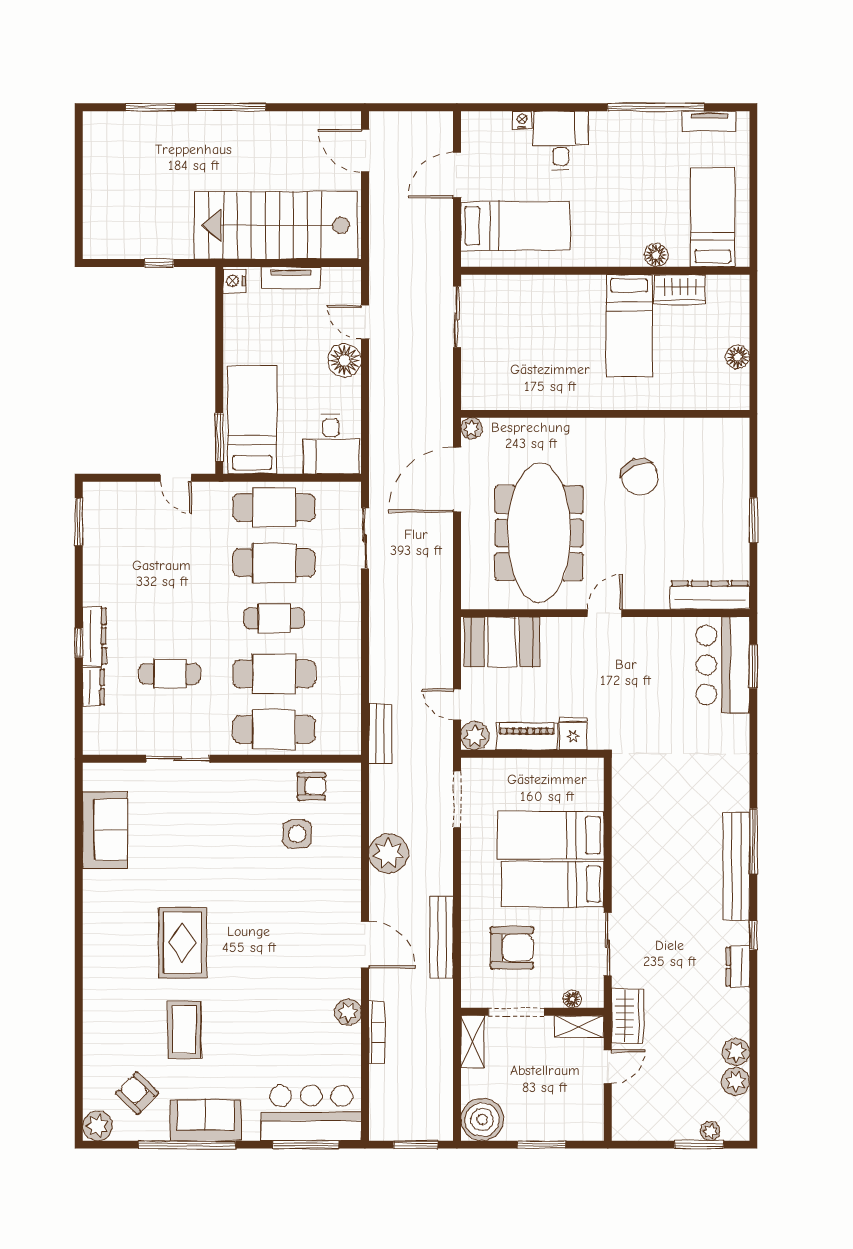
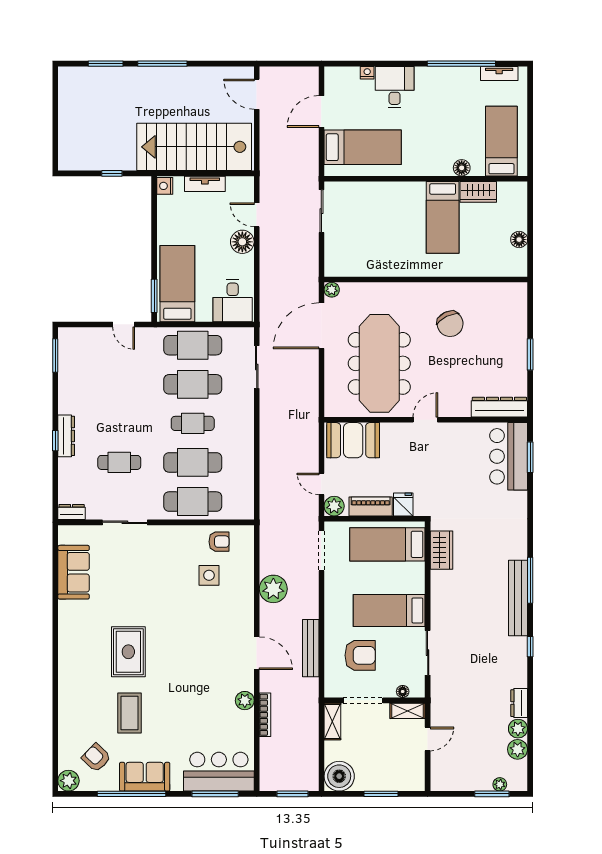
dresser: (93, 687) -> (72, 512), moved, turned -90
bench: (380, 734) -> (267, 504), removed
bed: (551, 835) -> (387, 544), moved
dresser: (738, 967) -> (519, 703), moved
wardrobe: (627, 1016) -> (441, 550), moved

